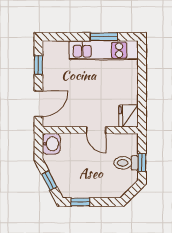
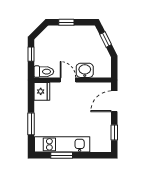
window: (142, 76) -> (31, 124), added
washbasin: (51, 144) -> (85, 70), moved, turned 90
toilet: (126, 163) -> (44, 72), moved
window: (80, 202) -> (66, 22), moved

